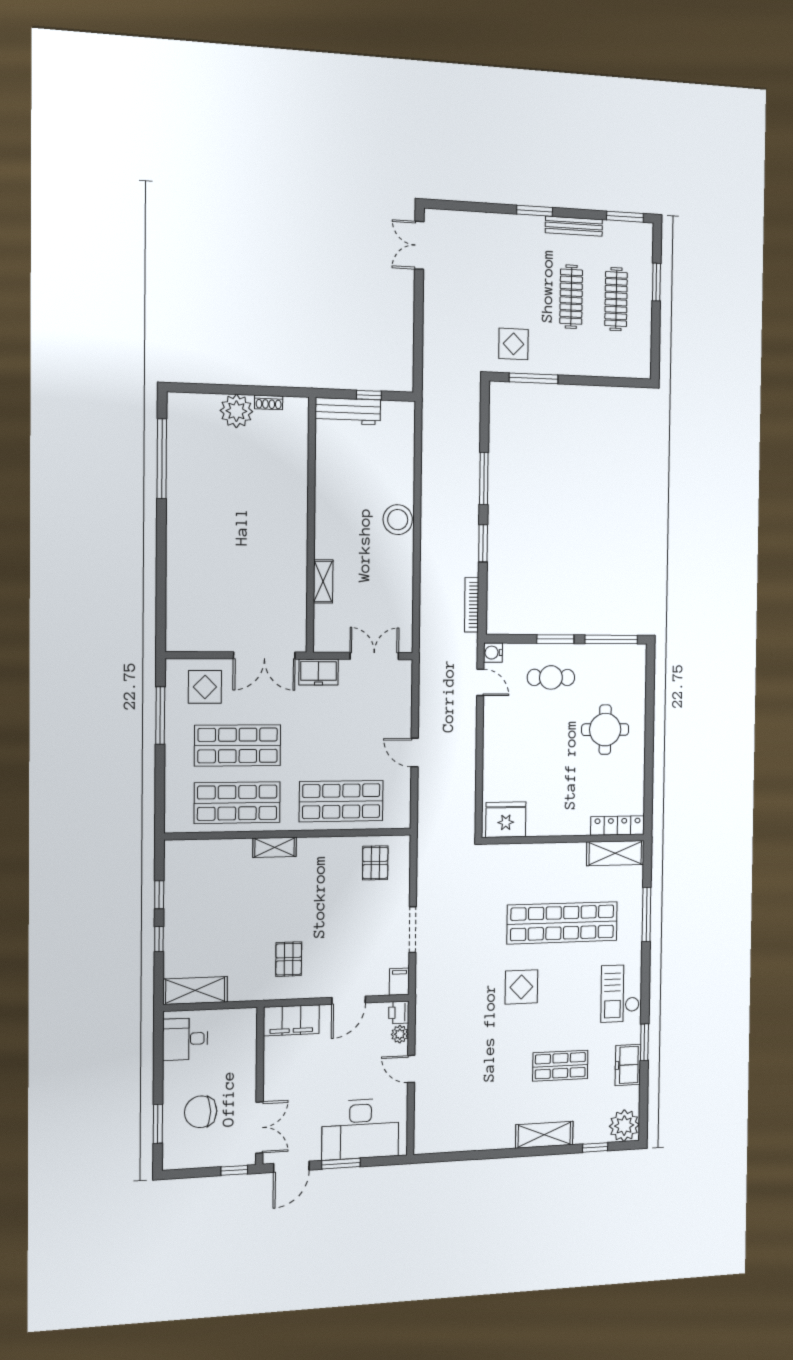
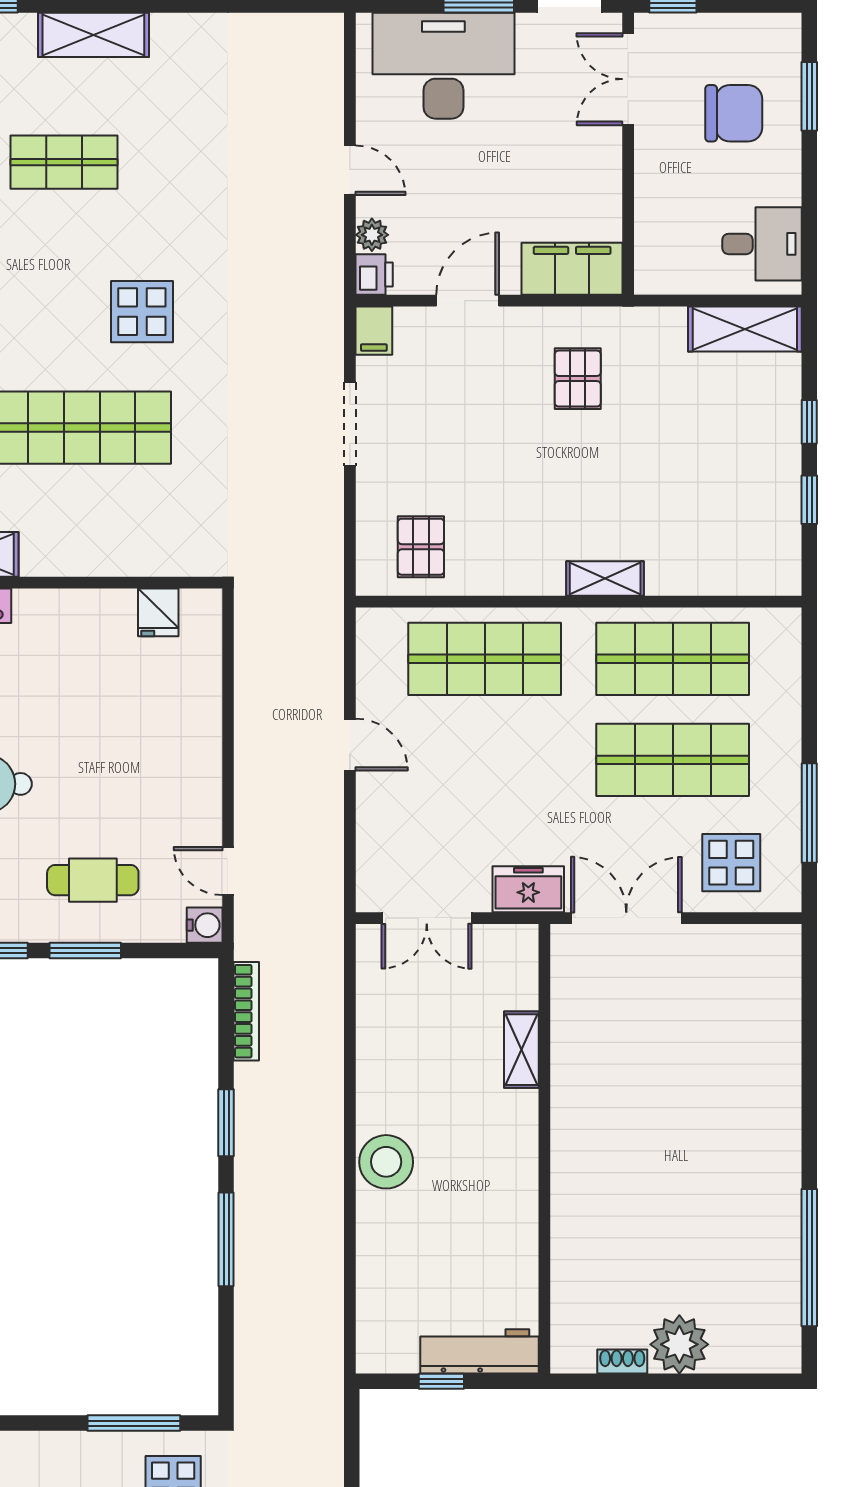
fridge: (506, 820) -> (158, 612), width x0.53, depth x0.75

